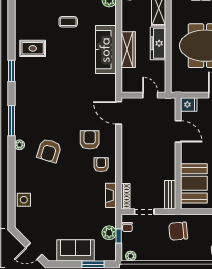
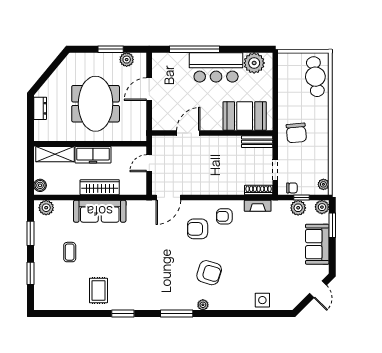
fridge: (189, 105) -> (159, 122), removed
plant: (110, 255) -> (322, 207), added

